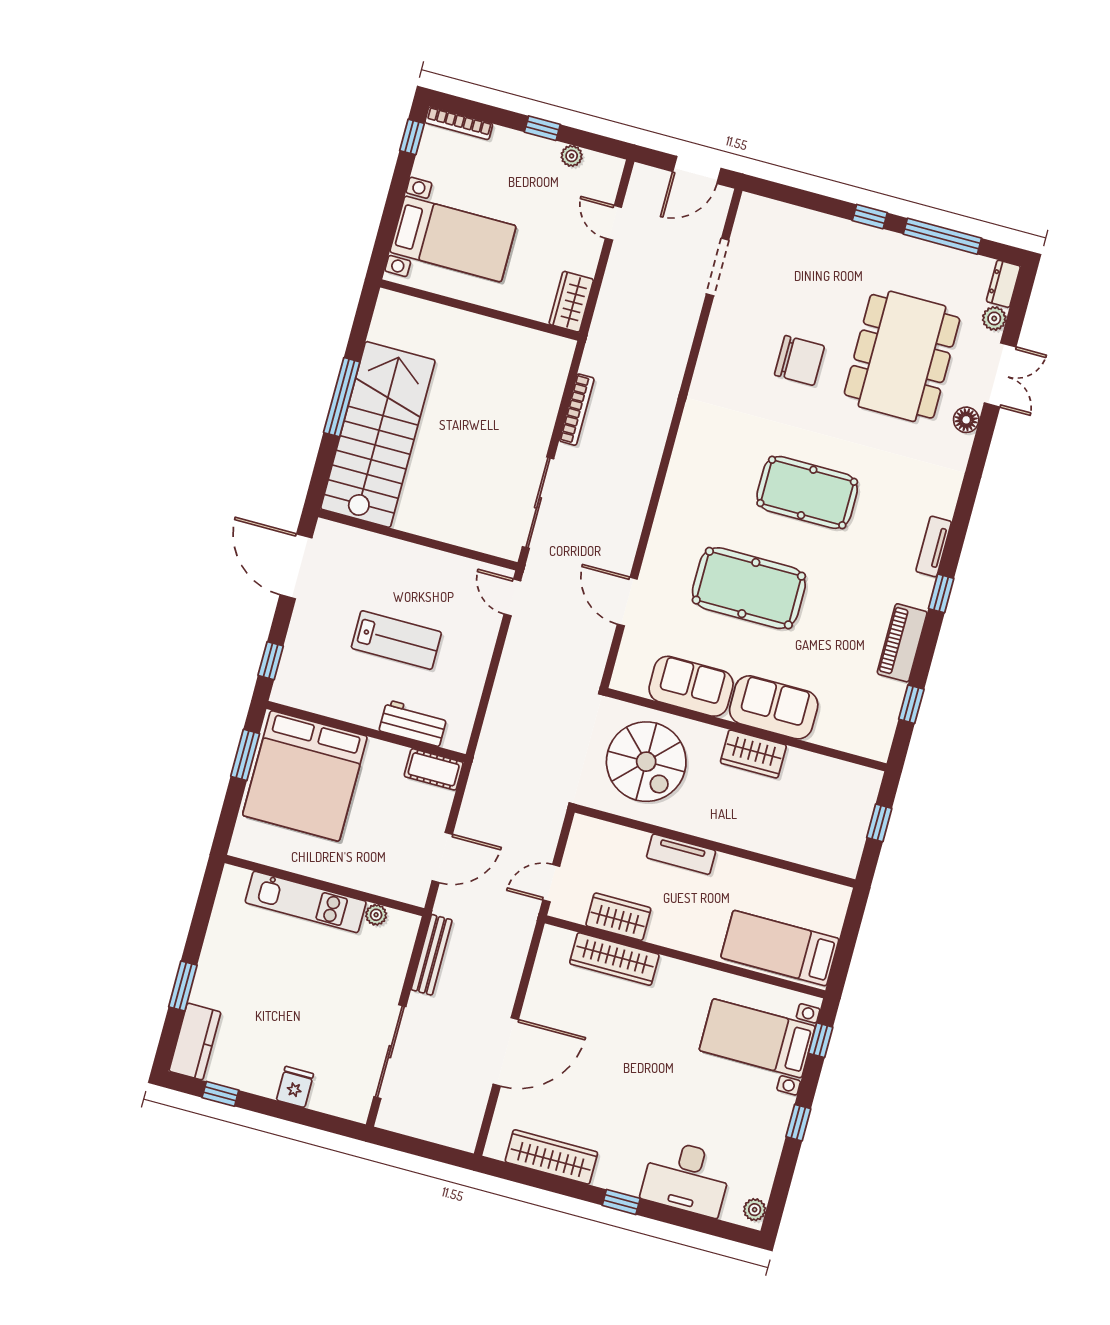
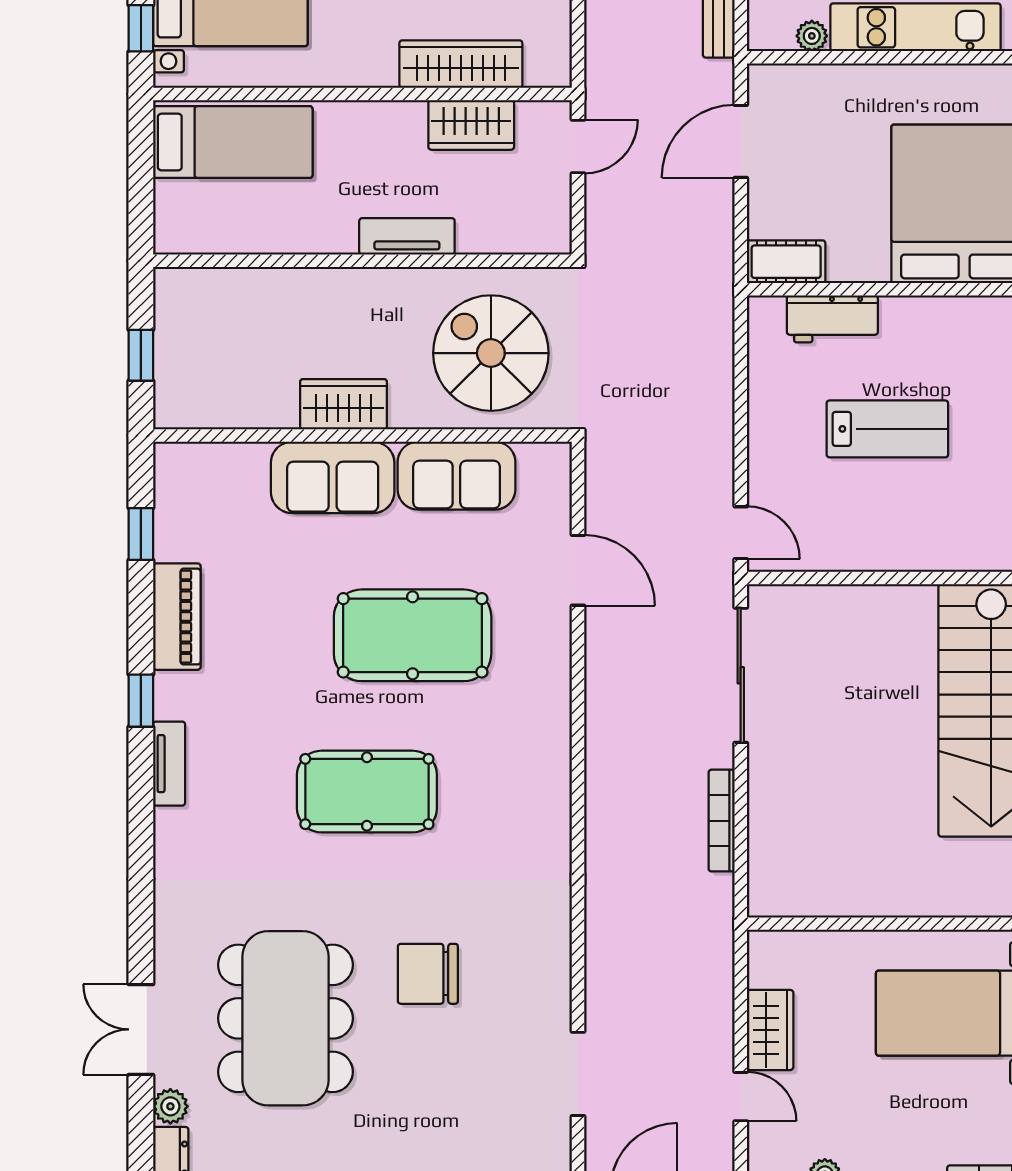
wardrobe: (571, 302) -> (770, 1030), moved
floor lamp: (966, 420) -> (171, 954), removed
lab bench: (396, 640) -> (887, 429), turned 180

